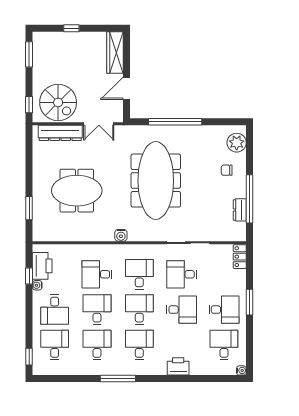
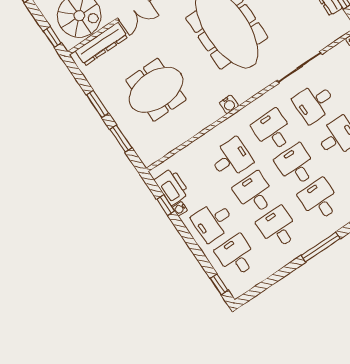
window: (29, 173) -> (97, 104), added
desk: (97, 274) -> (231, 159), turned 180
desk: (55, 310) -> (213, 221), turned 90

